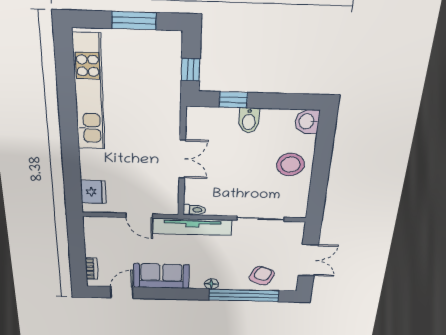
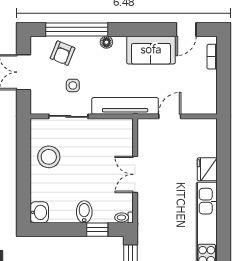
stool: (290, 165) -> (49, 157), moved
fridge: (93, 192) -> (207, 169), moved
toilet: (194, 210) -> (124, 217), moved
door: (139, 216) -> (170, 116), hinge flipped
side table: (253, 247) -> (73, 85), added

